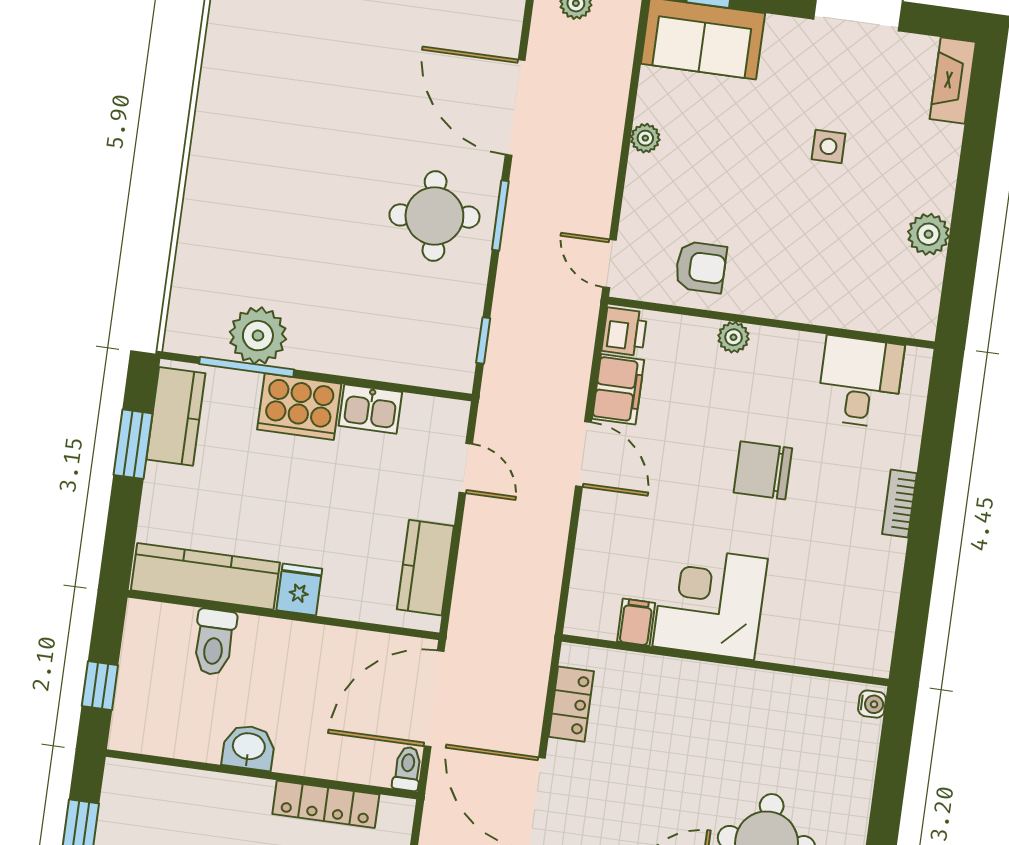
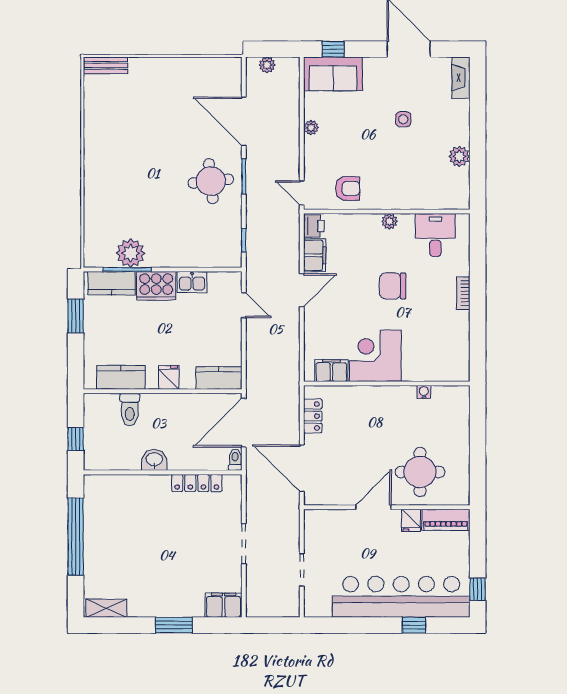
plant: (734, 337) -> (389, 221), moved
kitchen counter: (176, 416) -> (112, 283), moved, turned 90
door: (583, 454) -> (302, 290), hinge flipped
kitchen counter: (425, 568) -> (219, 378), moved, turned 90
kitchen counter: (205, 576) -> (121, 377), width x0.67
filing cabinet: (636, 622) -> (331, 371), width x2.00
water cooler: (872, 704) -> (424, 392), moved, turned -90

